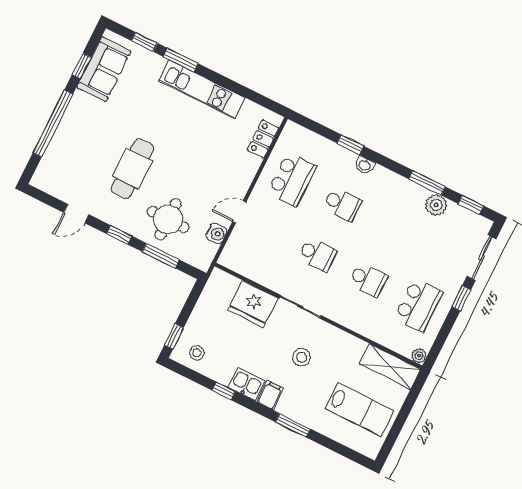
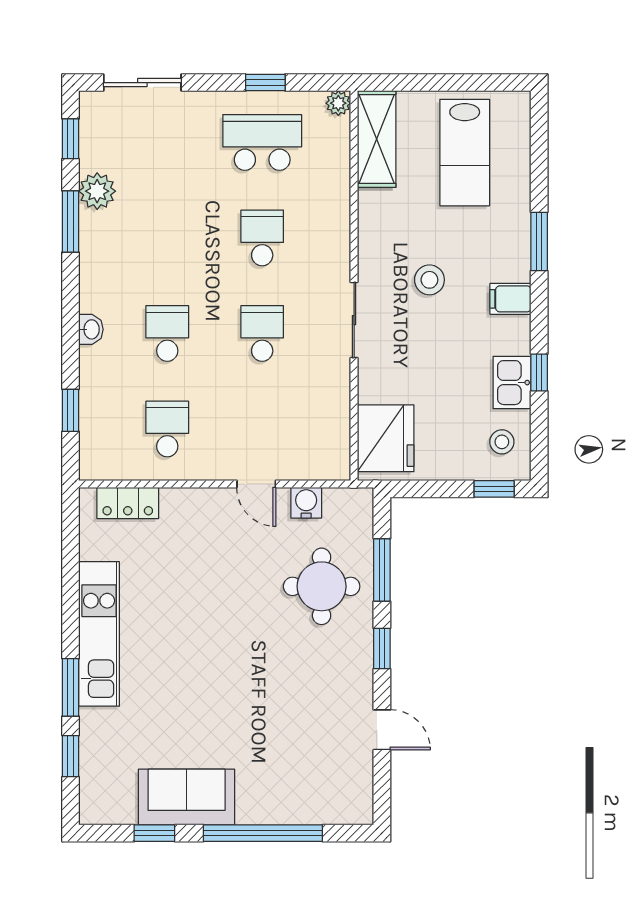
sofa: (104, 69) -> (187, 797), moved
window: (350, 145) -> (71, 410), moved
cafe table: (132, 169) -> (271, 679), removed
school desk: (292, 179) -> (167, 429), width x0.54
window: (461, 298) -> (265, 83), moved
fridge: (253, 304) -> (386, 438), moved
kitchen sink: (246, 384) -> (512, 383), moved
lab bench: (360, 409) -> (465, 153), turned 180

